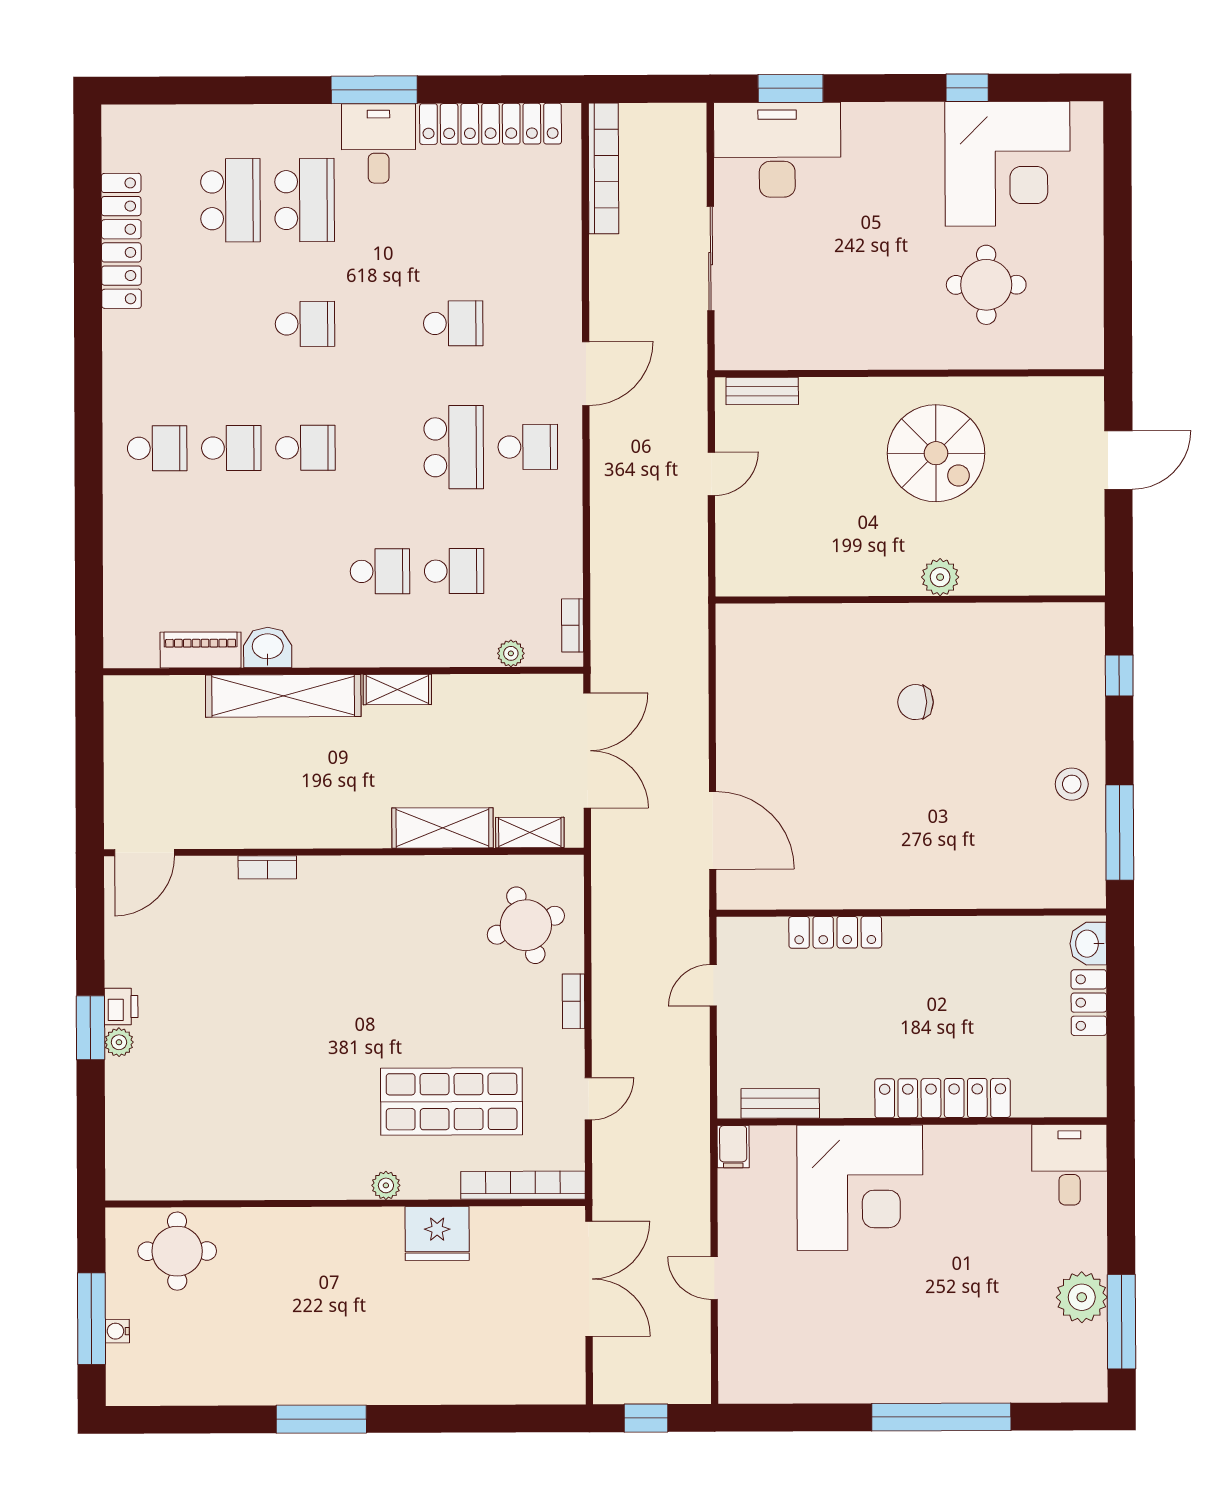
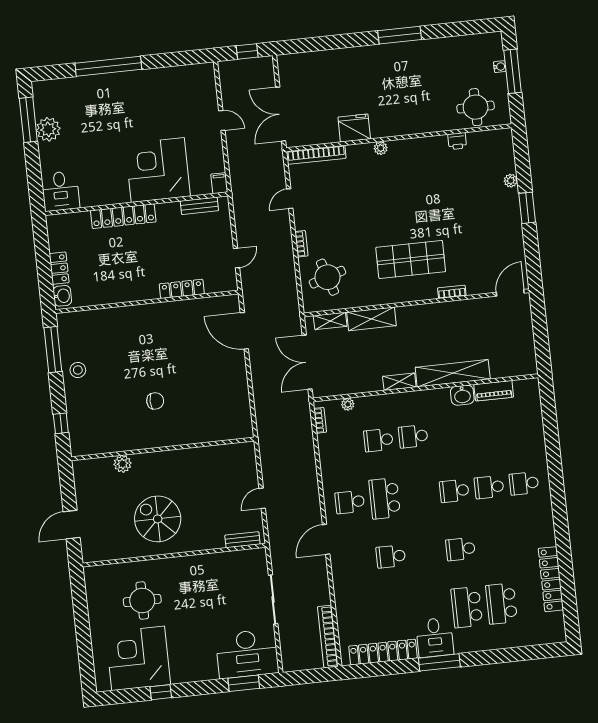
plant: (940, 577) -> (123, 464), moved
printer: (121, 1007) -> (457, 141), moved, turned -90
plant: (119, 1042) -> (511, 181), moved
shop shelf: (452, 1102) -> (411, 260), moved

